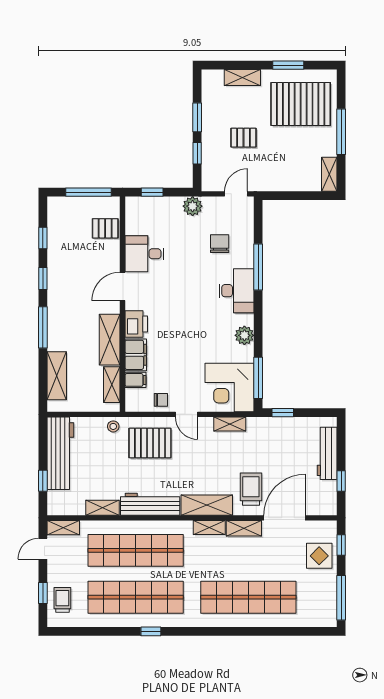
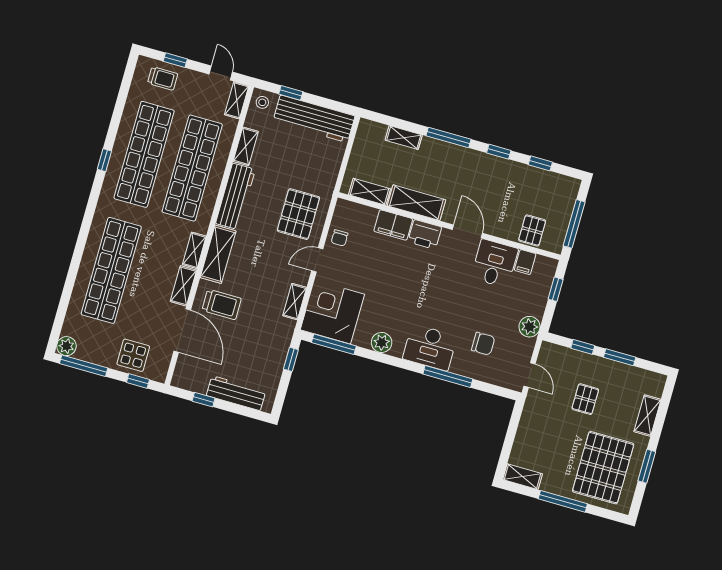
shelving: (57, 376) -> (404, 138), width x0.67, depth x0.75
filing cabinet: (135, 380) -> (525, 262), moved
stool: (113, 426) -> (262, 102), moved
plant: (328, 618) -> (66, 346), added

